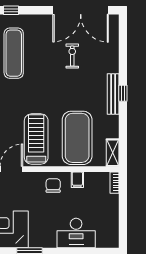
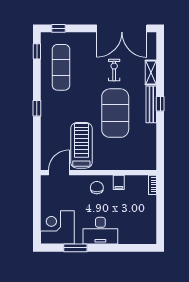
exercise mat: (77, 138) -> (115, 113), moved
shelving: (113, 153) -> (151, 72), moved
desk: (76, 233) -> (100, 231), moved

